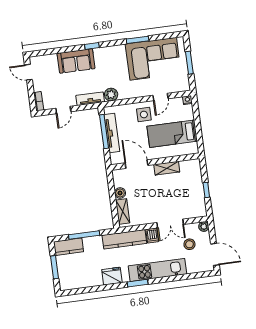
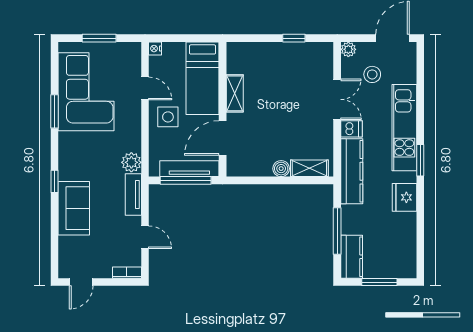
wall: (155, 162) -> (223, 109), moved
door: (136, 164) -> (223, 138), moved
shelving: (167, 168) -> (235, 93), moved

